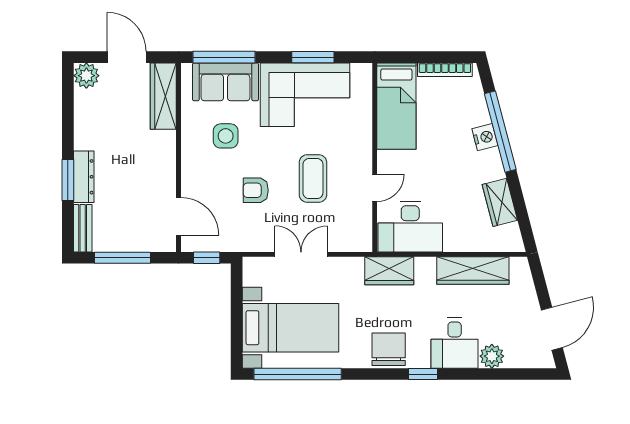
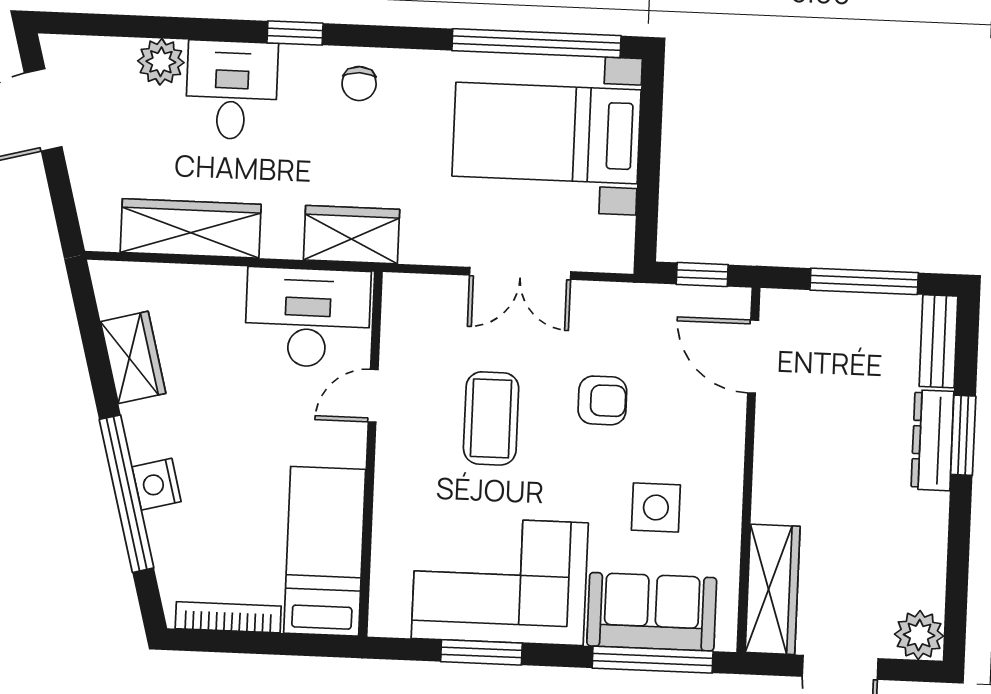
chair: (389, 349) -> (359, 84), width x0.54, depth x0.54

